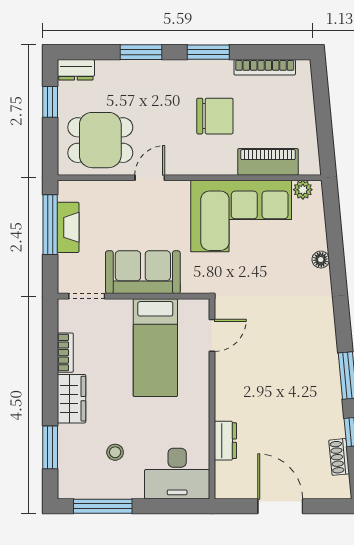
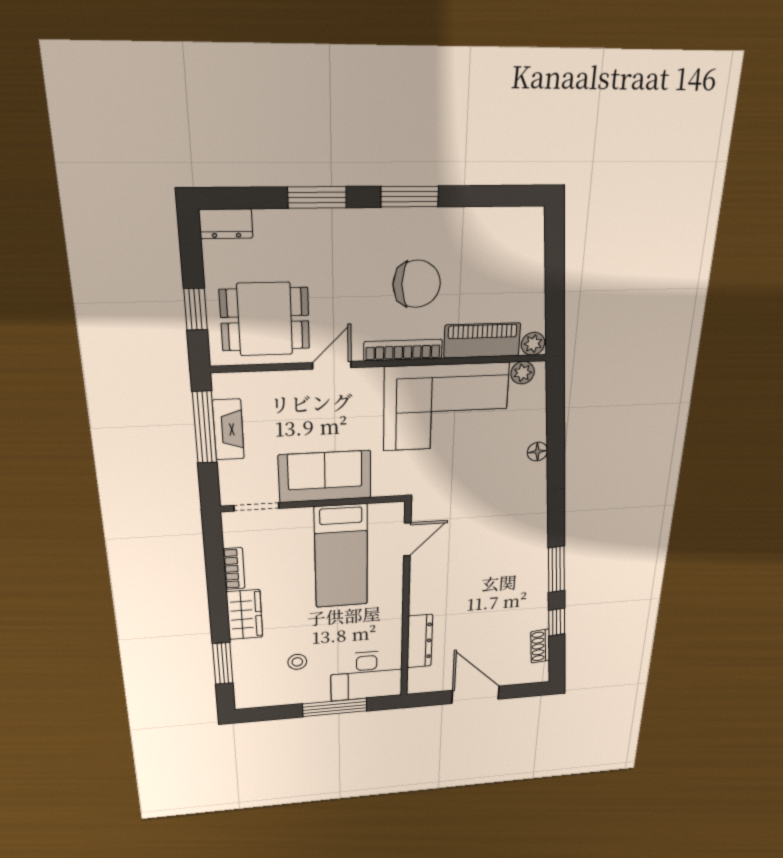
bookcase: (265, 67) -> (403, 350), moved, turned 180
window: (50, 102) -> (196, 309), moved
plant: (310, 166) -> (533, 344), added
dresser: (225, 441) -> (420, 641), width x1.44
window: (103, 506) -> (335, 707), moved

